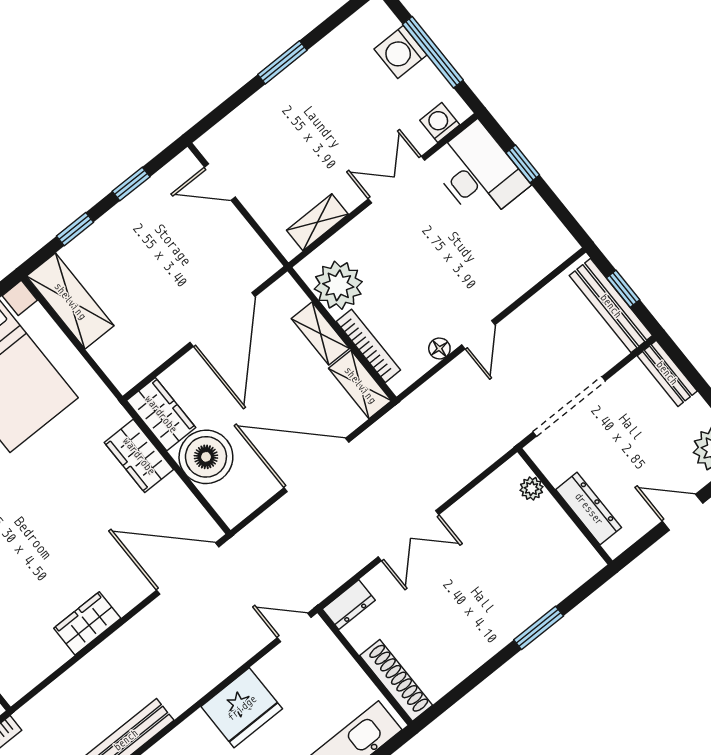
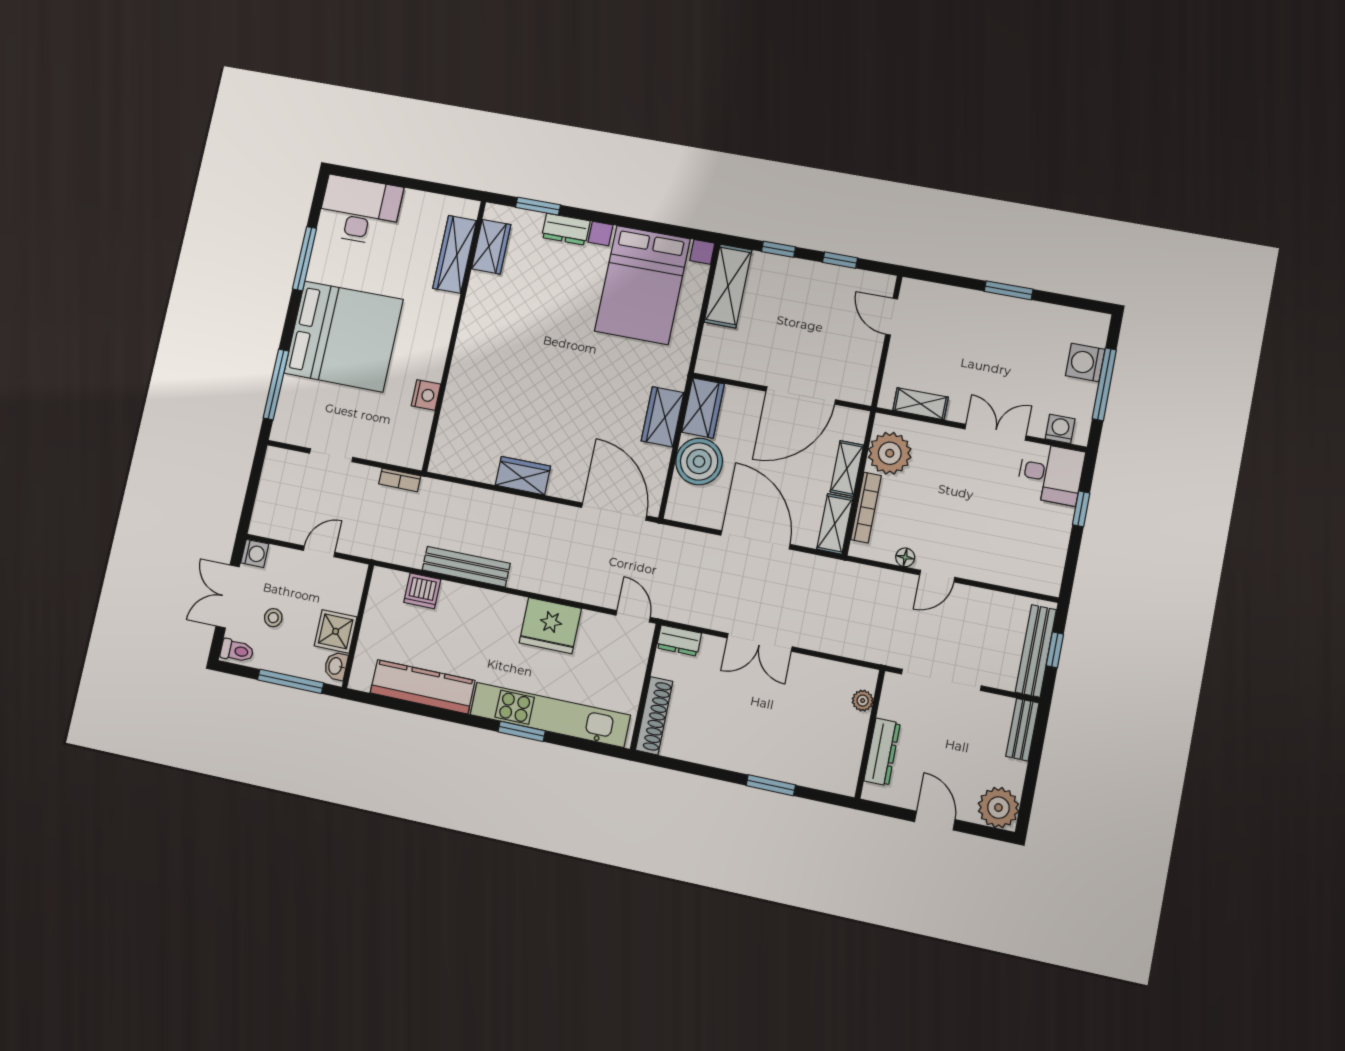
desk: (479, 173) -> (1051, 474), width x0.73

